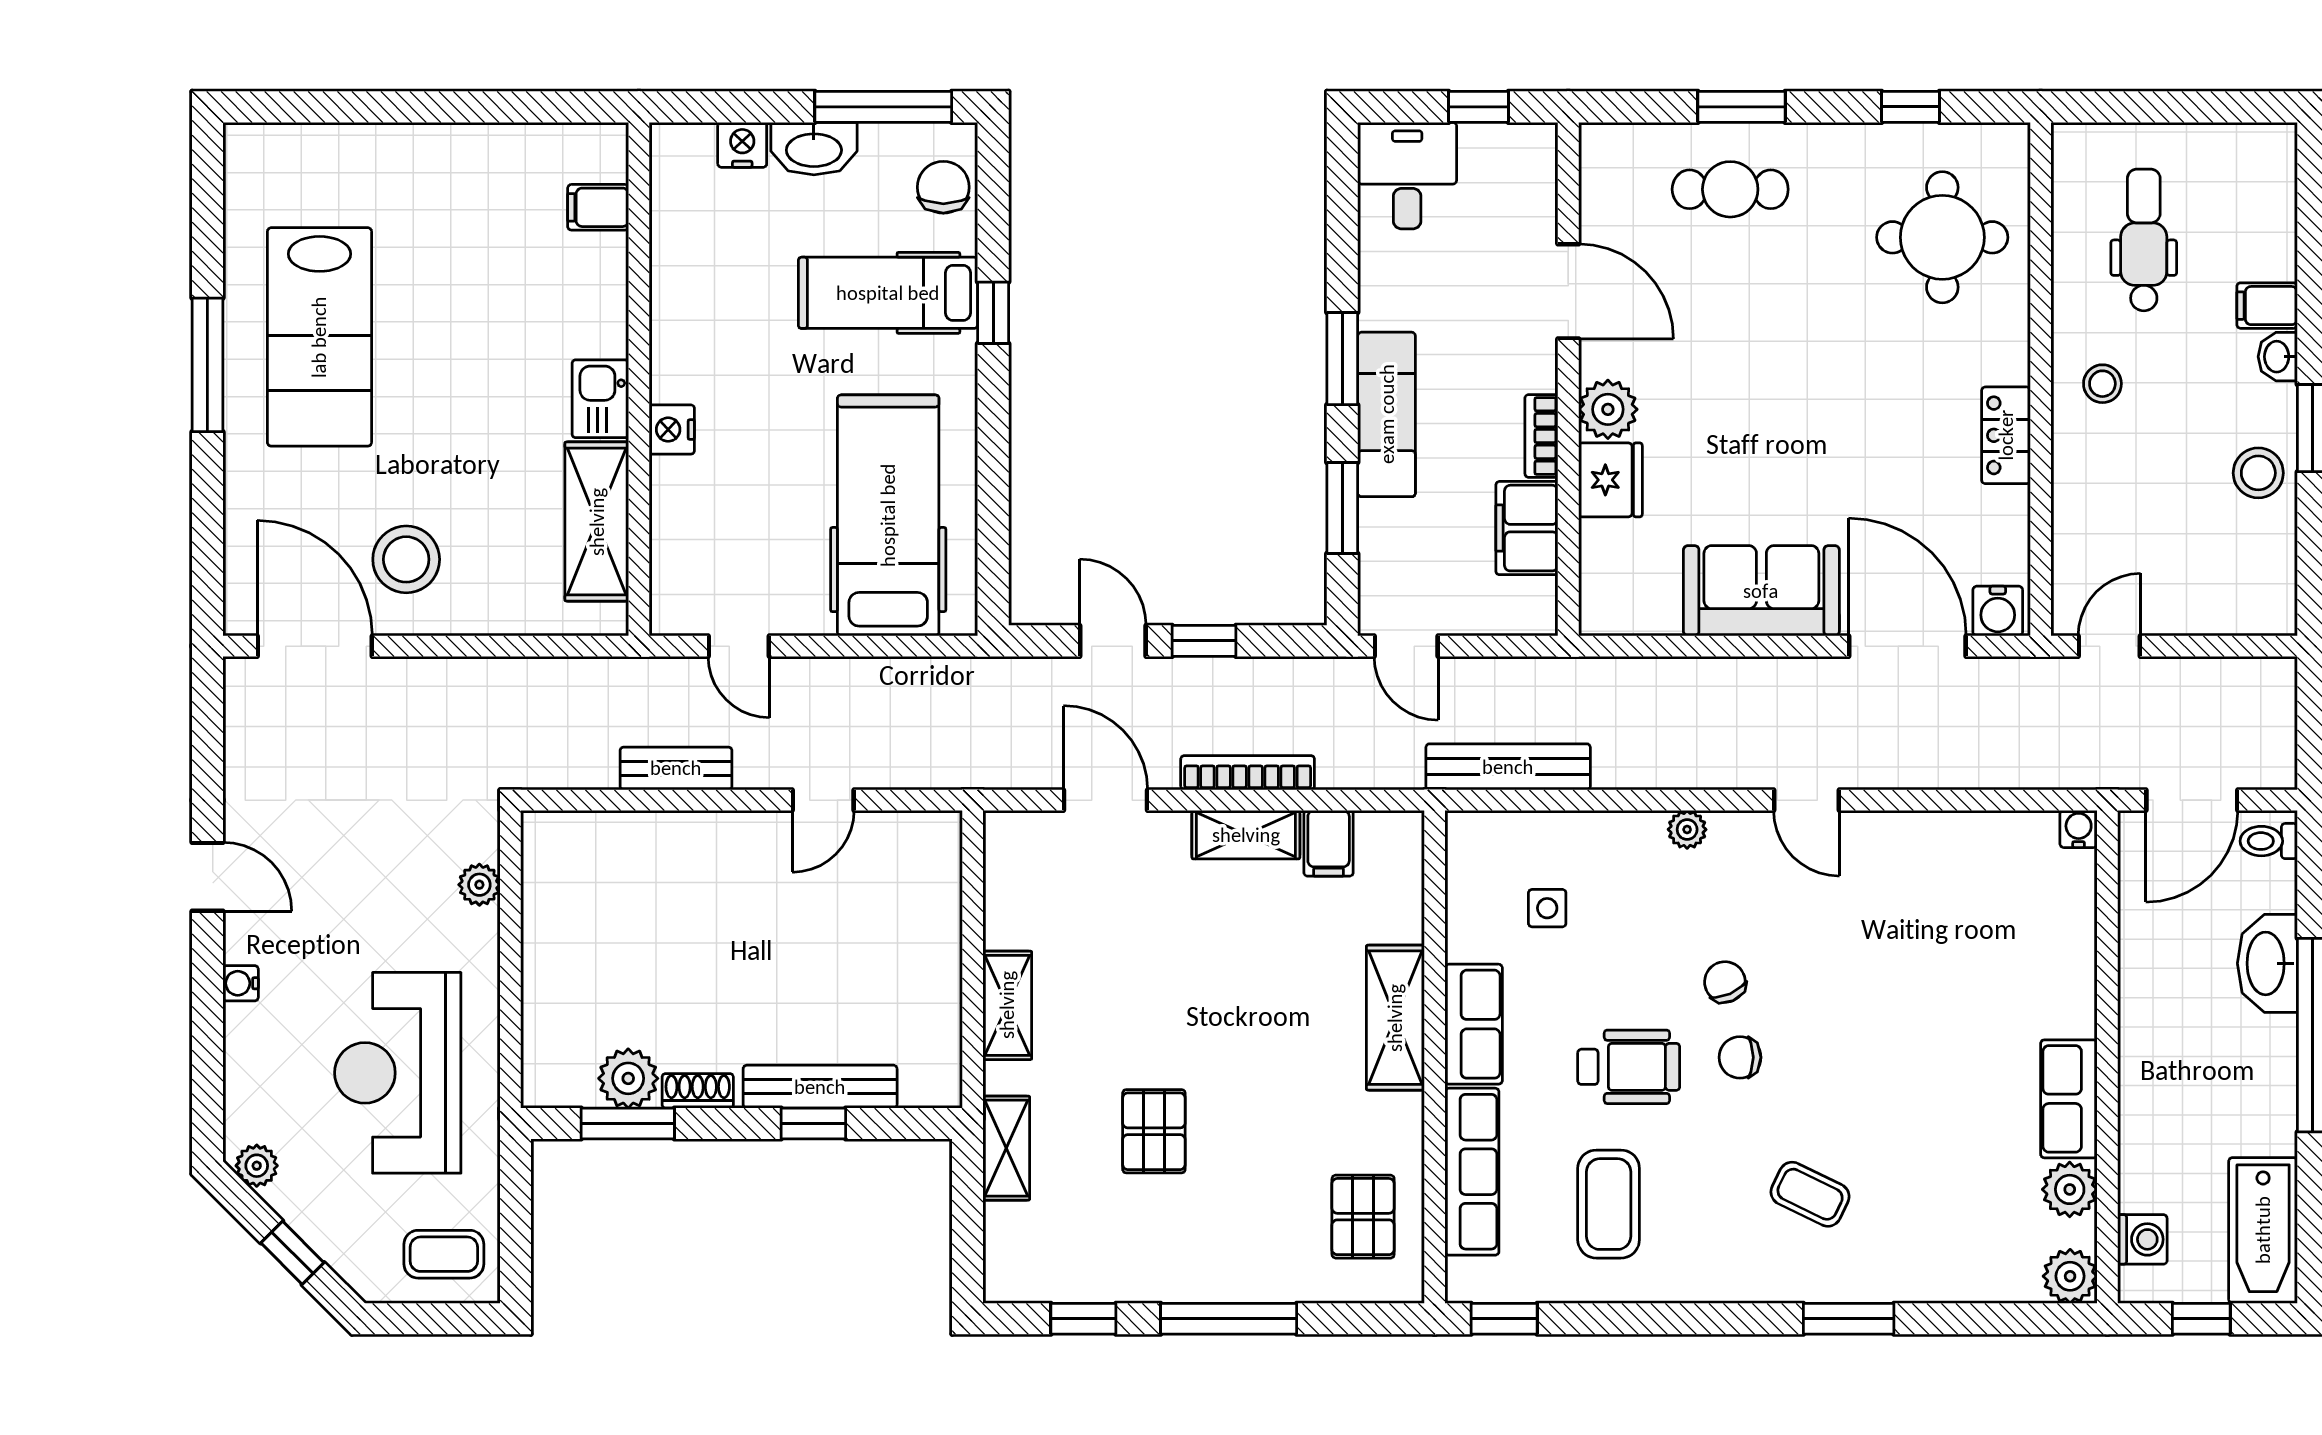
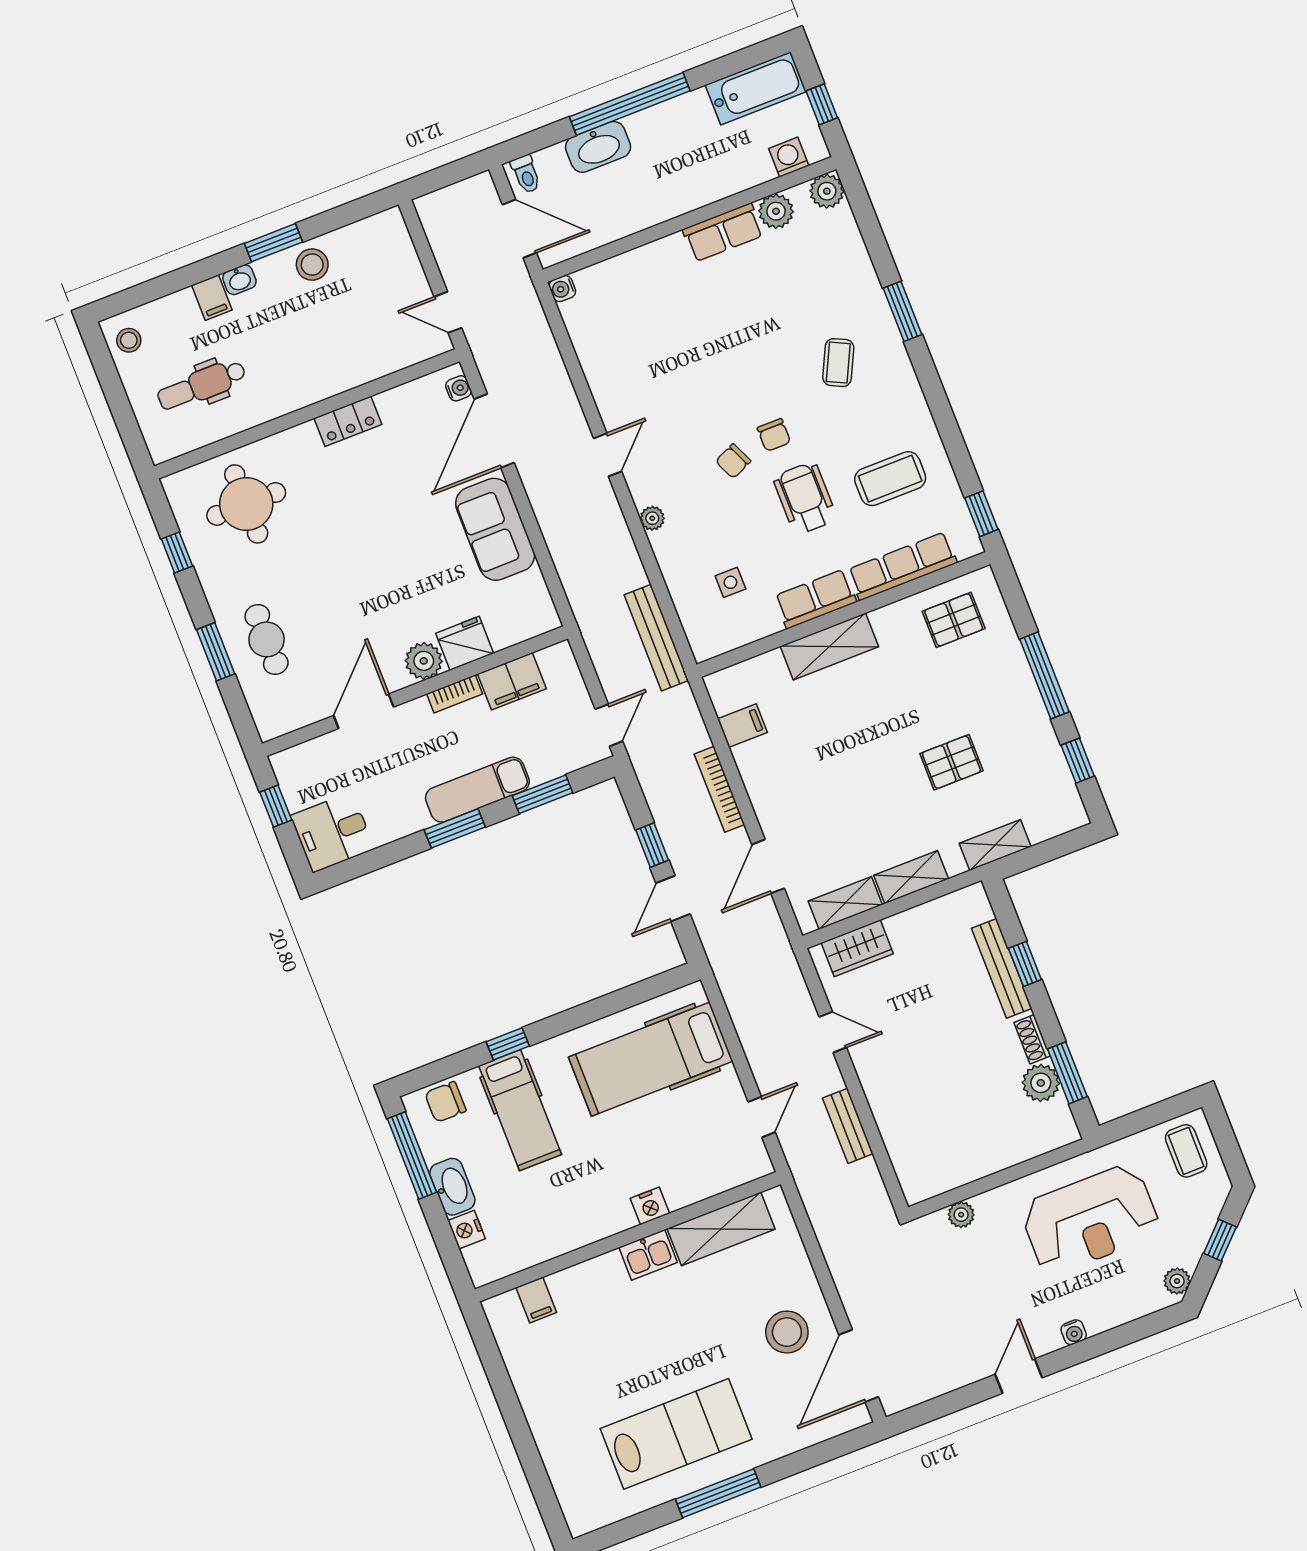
stool: (2102, 384) -> (129, 340), moved
water cooler: (1998, 611) -> (458, 388), width x0.72, depth x0.72
shelving: (1246, 835) -> (845, 903), moved, turned 90
wardrobe: (933, 885) -> (857, 948), added

